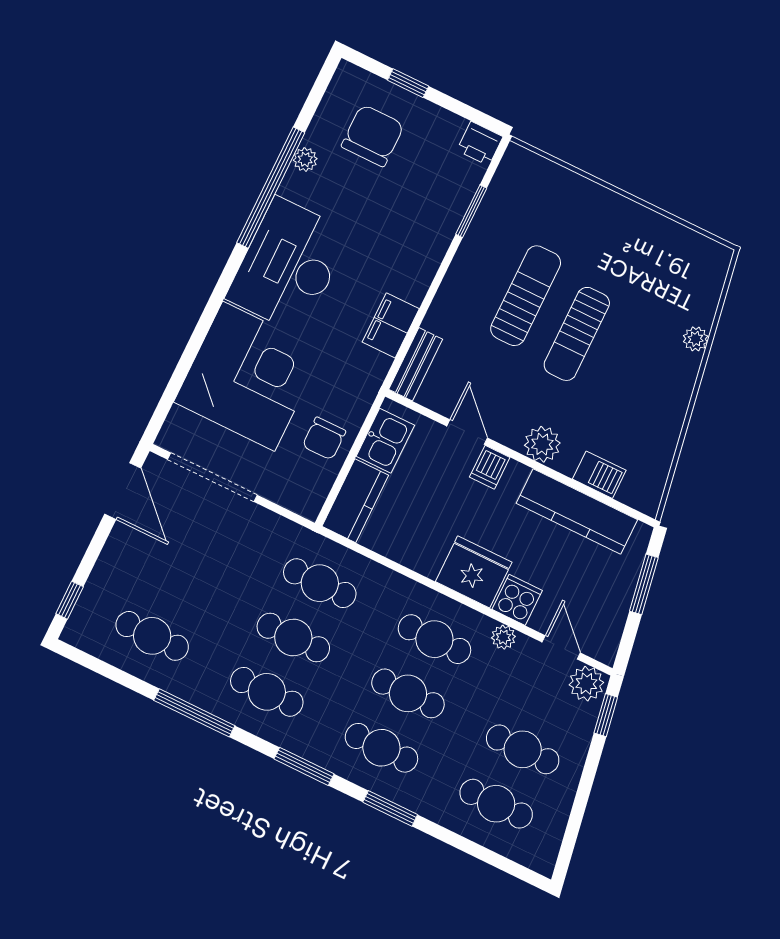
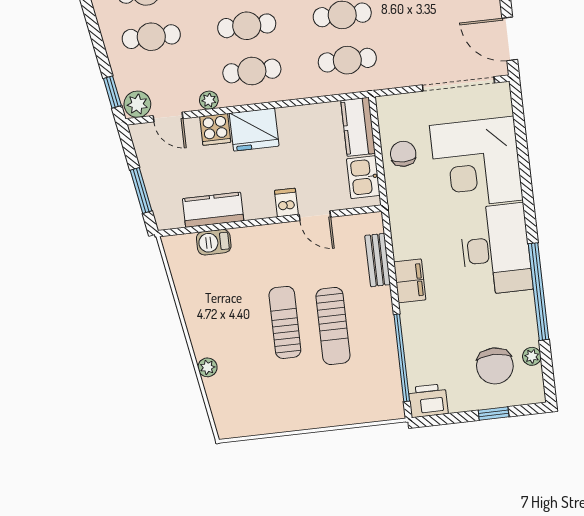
printer: (480, 144) -> (428, 401), width x1.36, depth x1.24
plant: (305, 159) -> (532, 356), moved
window: (471, 211) -> (402, 358), width x2.11
filing cabinet: (391, 325) -> (410, 281), moved
bench: (416, 364) -> (378, 260), moved
plant: (542, 444) -> (262, 238), removed
kitchen counter: (577, 511) -> (213, 210), width x0.67

